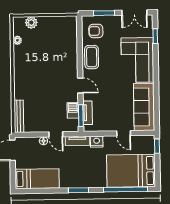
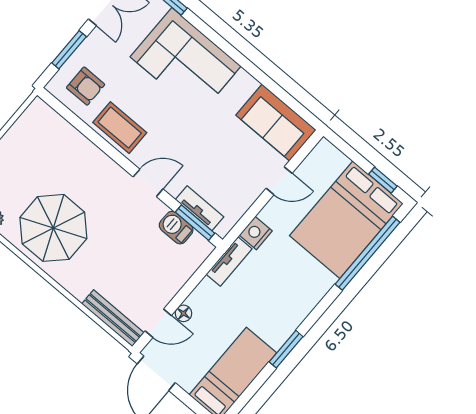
armchair: (96, 31) -> (86, 86), turned -90
parasol: (33, 65) -> (53, 228), added
sofa: (144, 107) -> (276, 122), width x0.73
door: (56, 134) -> (158, 323), moved
window: (157, 146) -> (383, 180), moved
window: (79, 190) -> (286, 349), moved

